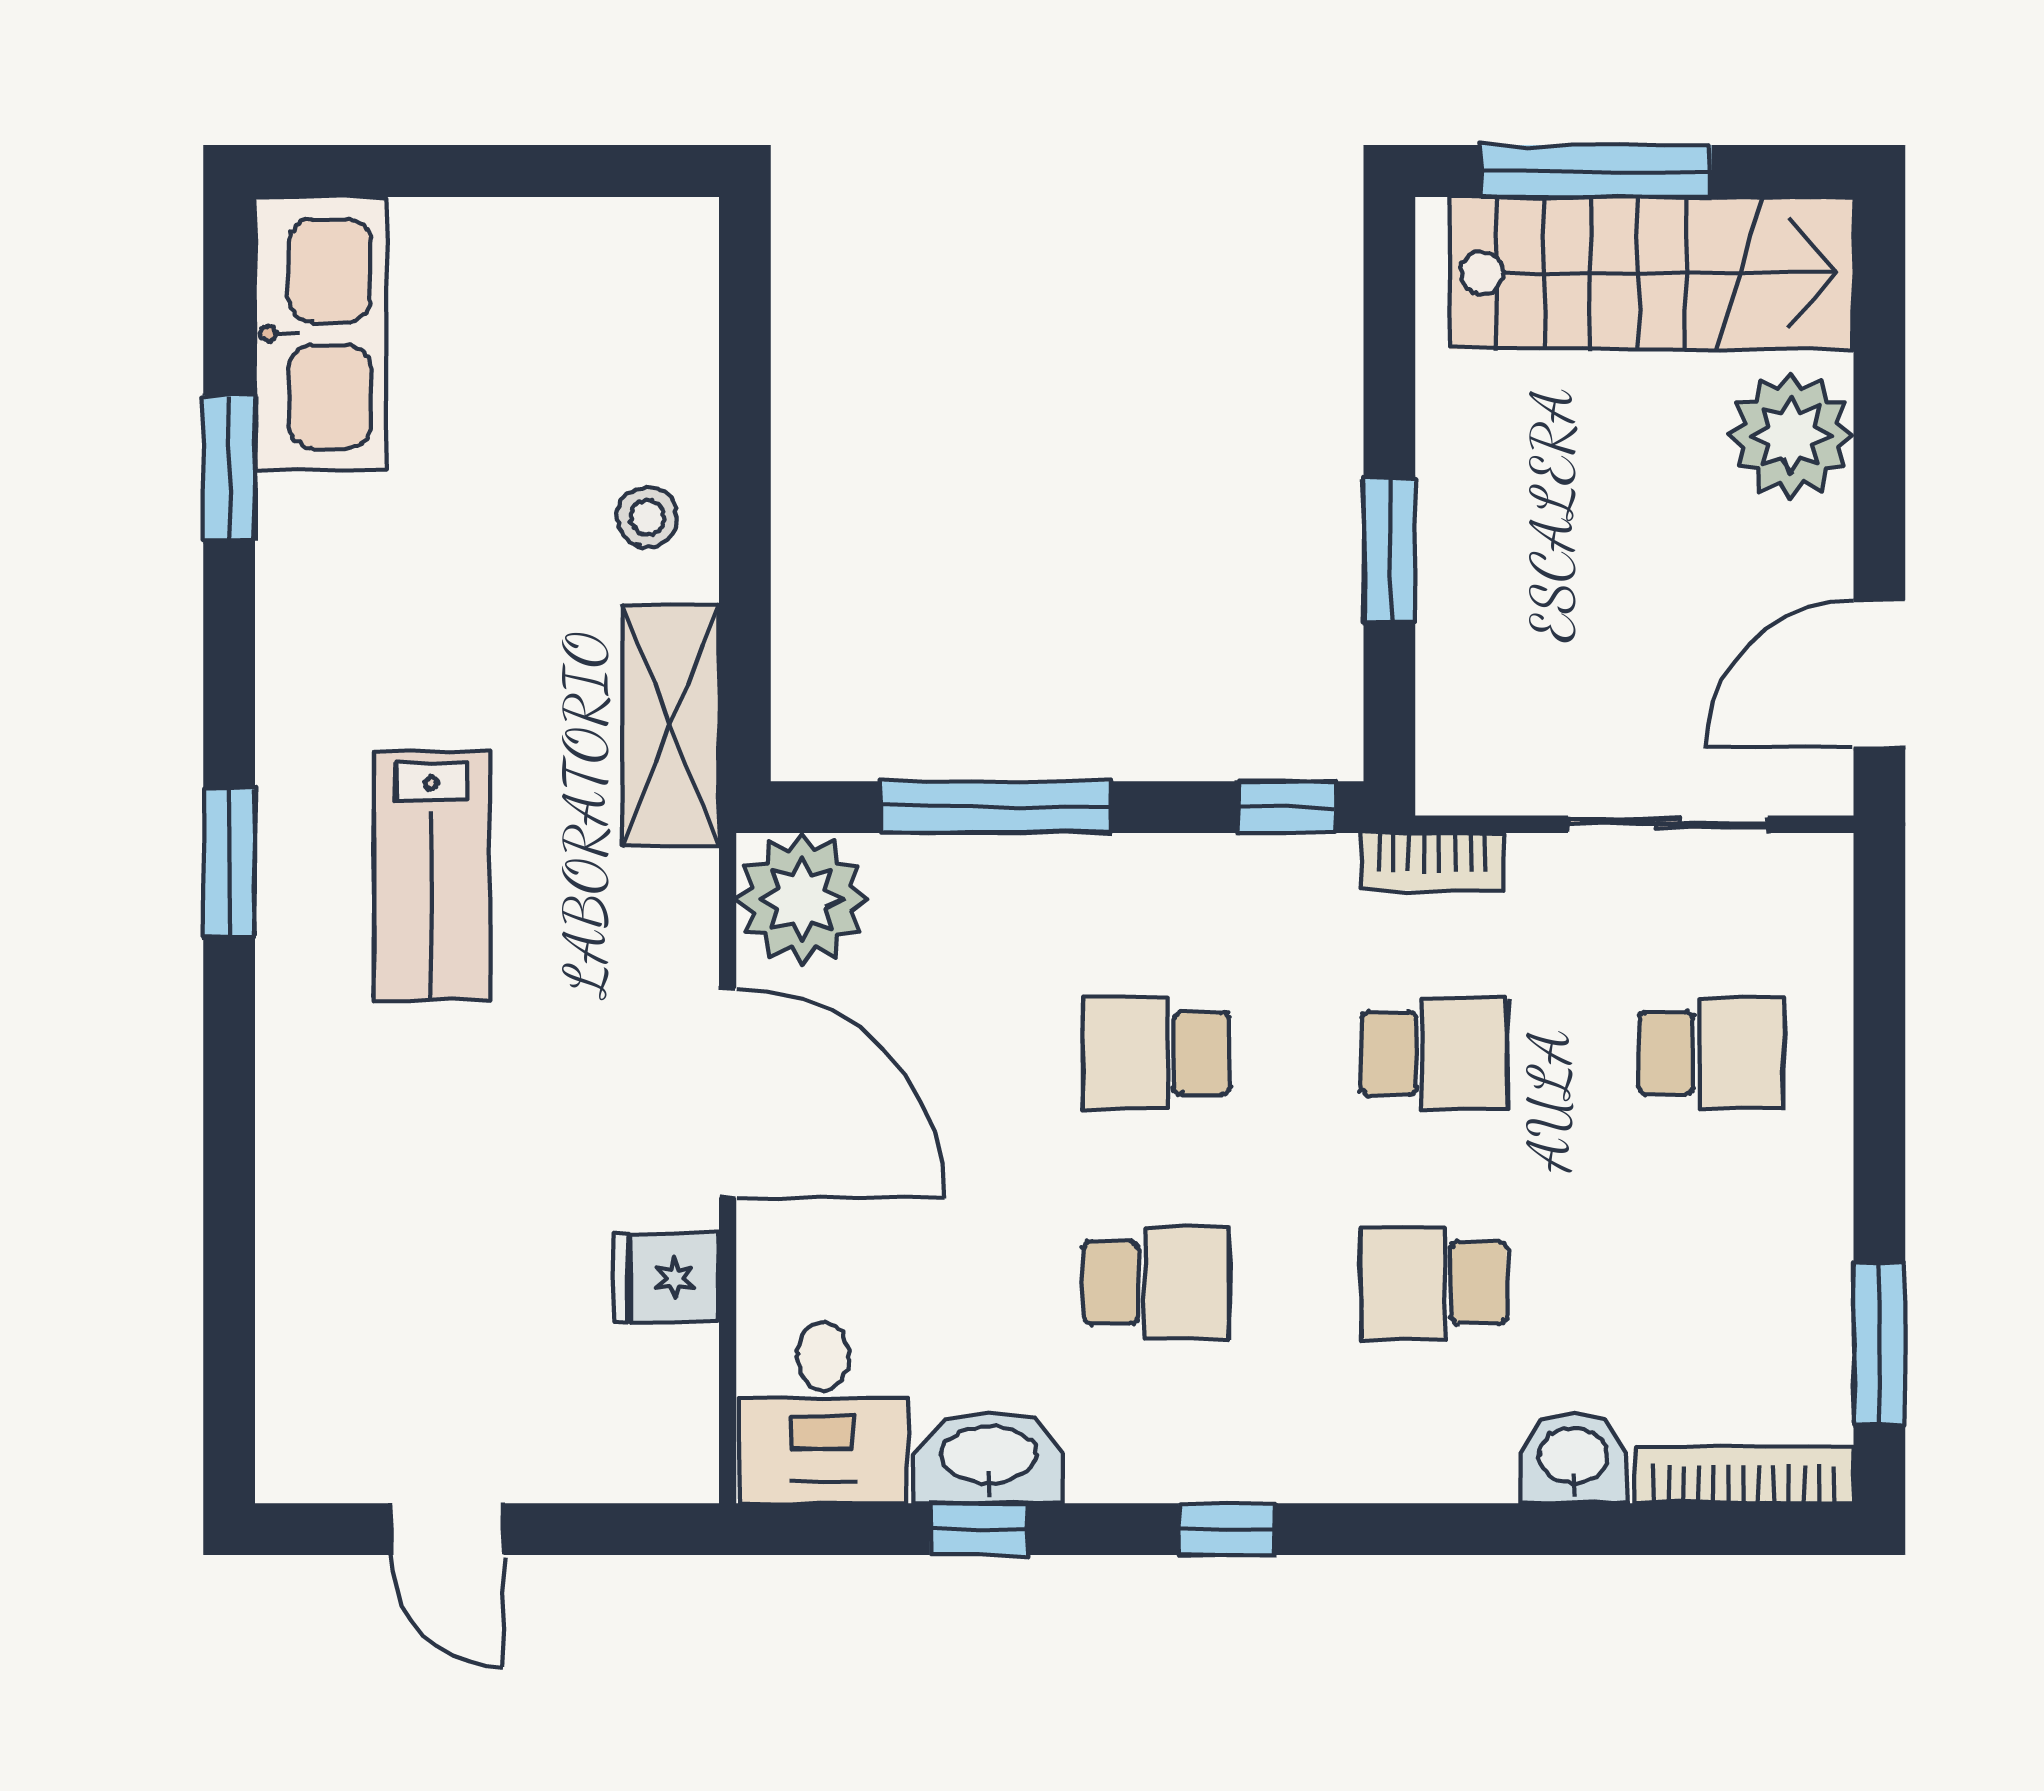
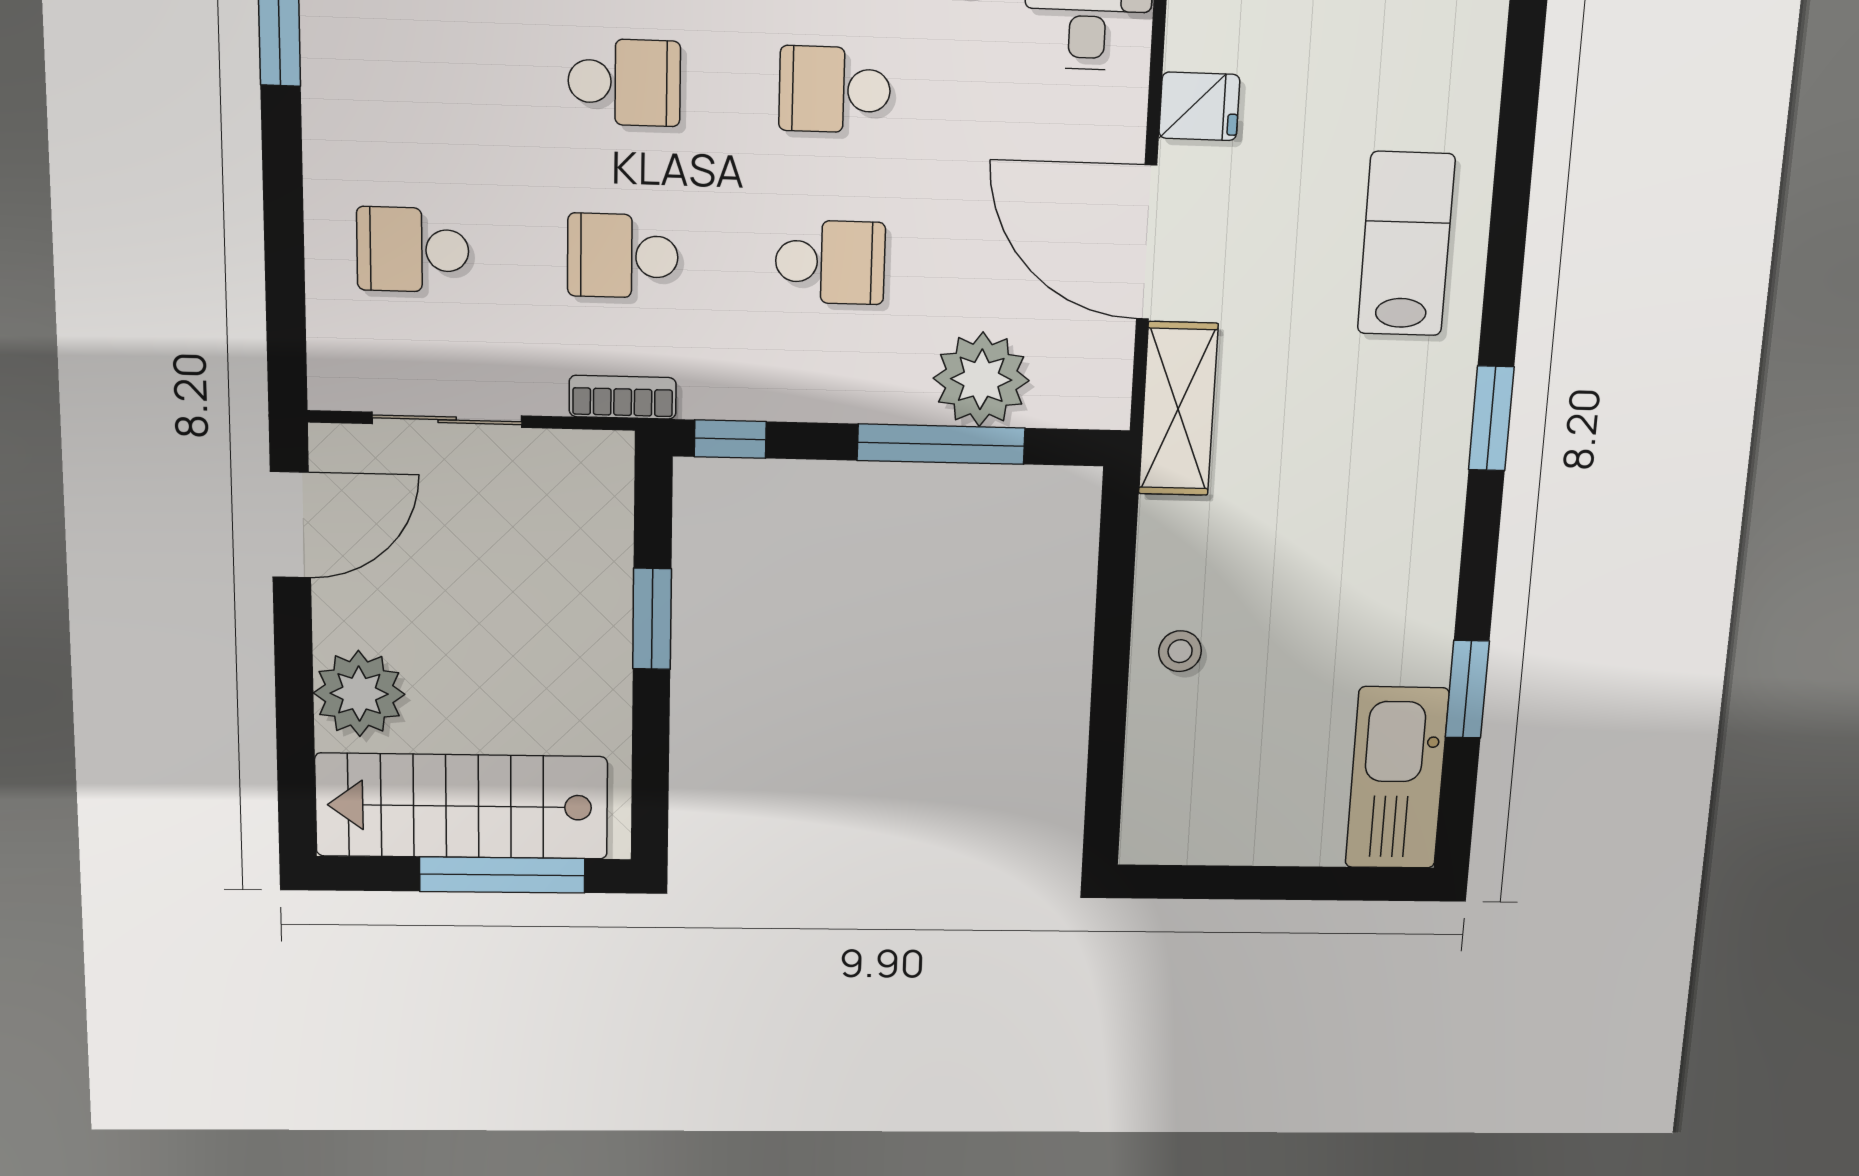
shelving: (671, 725) -> (1178, 409), moved
lab bench: (431, 875) -> (1406, 244), moved
plant: (802, 899) -> (981, 379), moved

